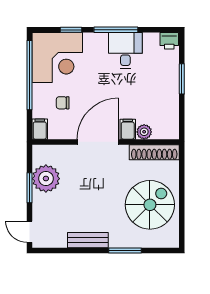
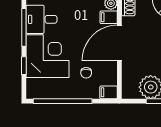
corner desk: (57, 58) -> (48, 56), moved
door: (98, 142) -> (119, 43), hinge flipped

